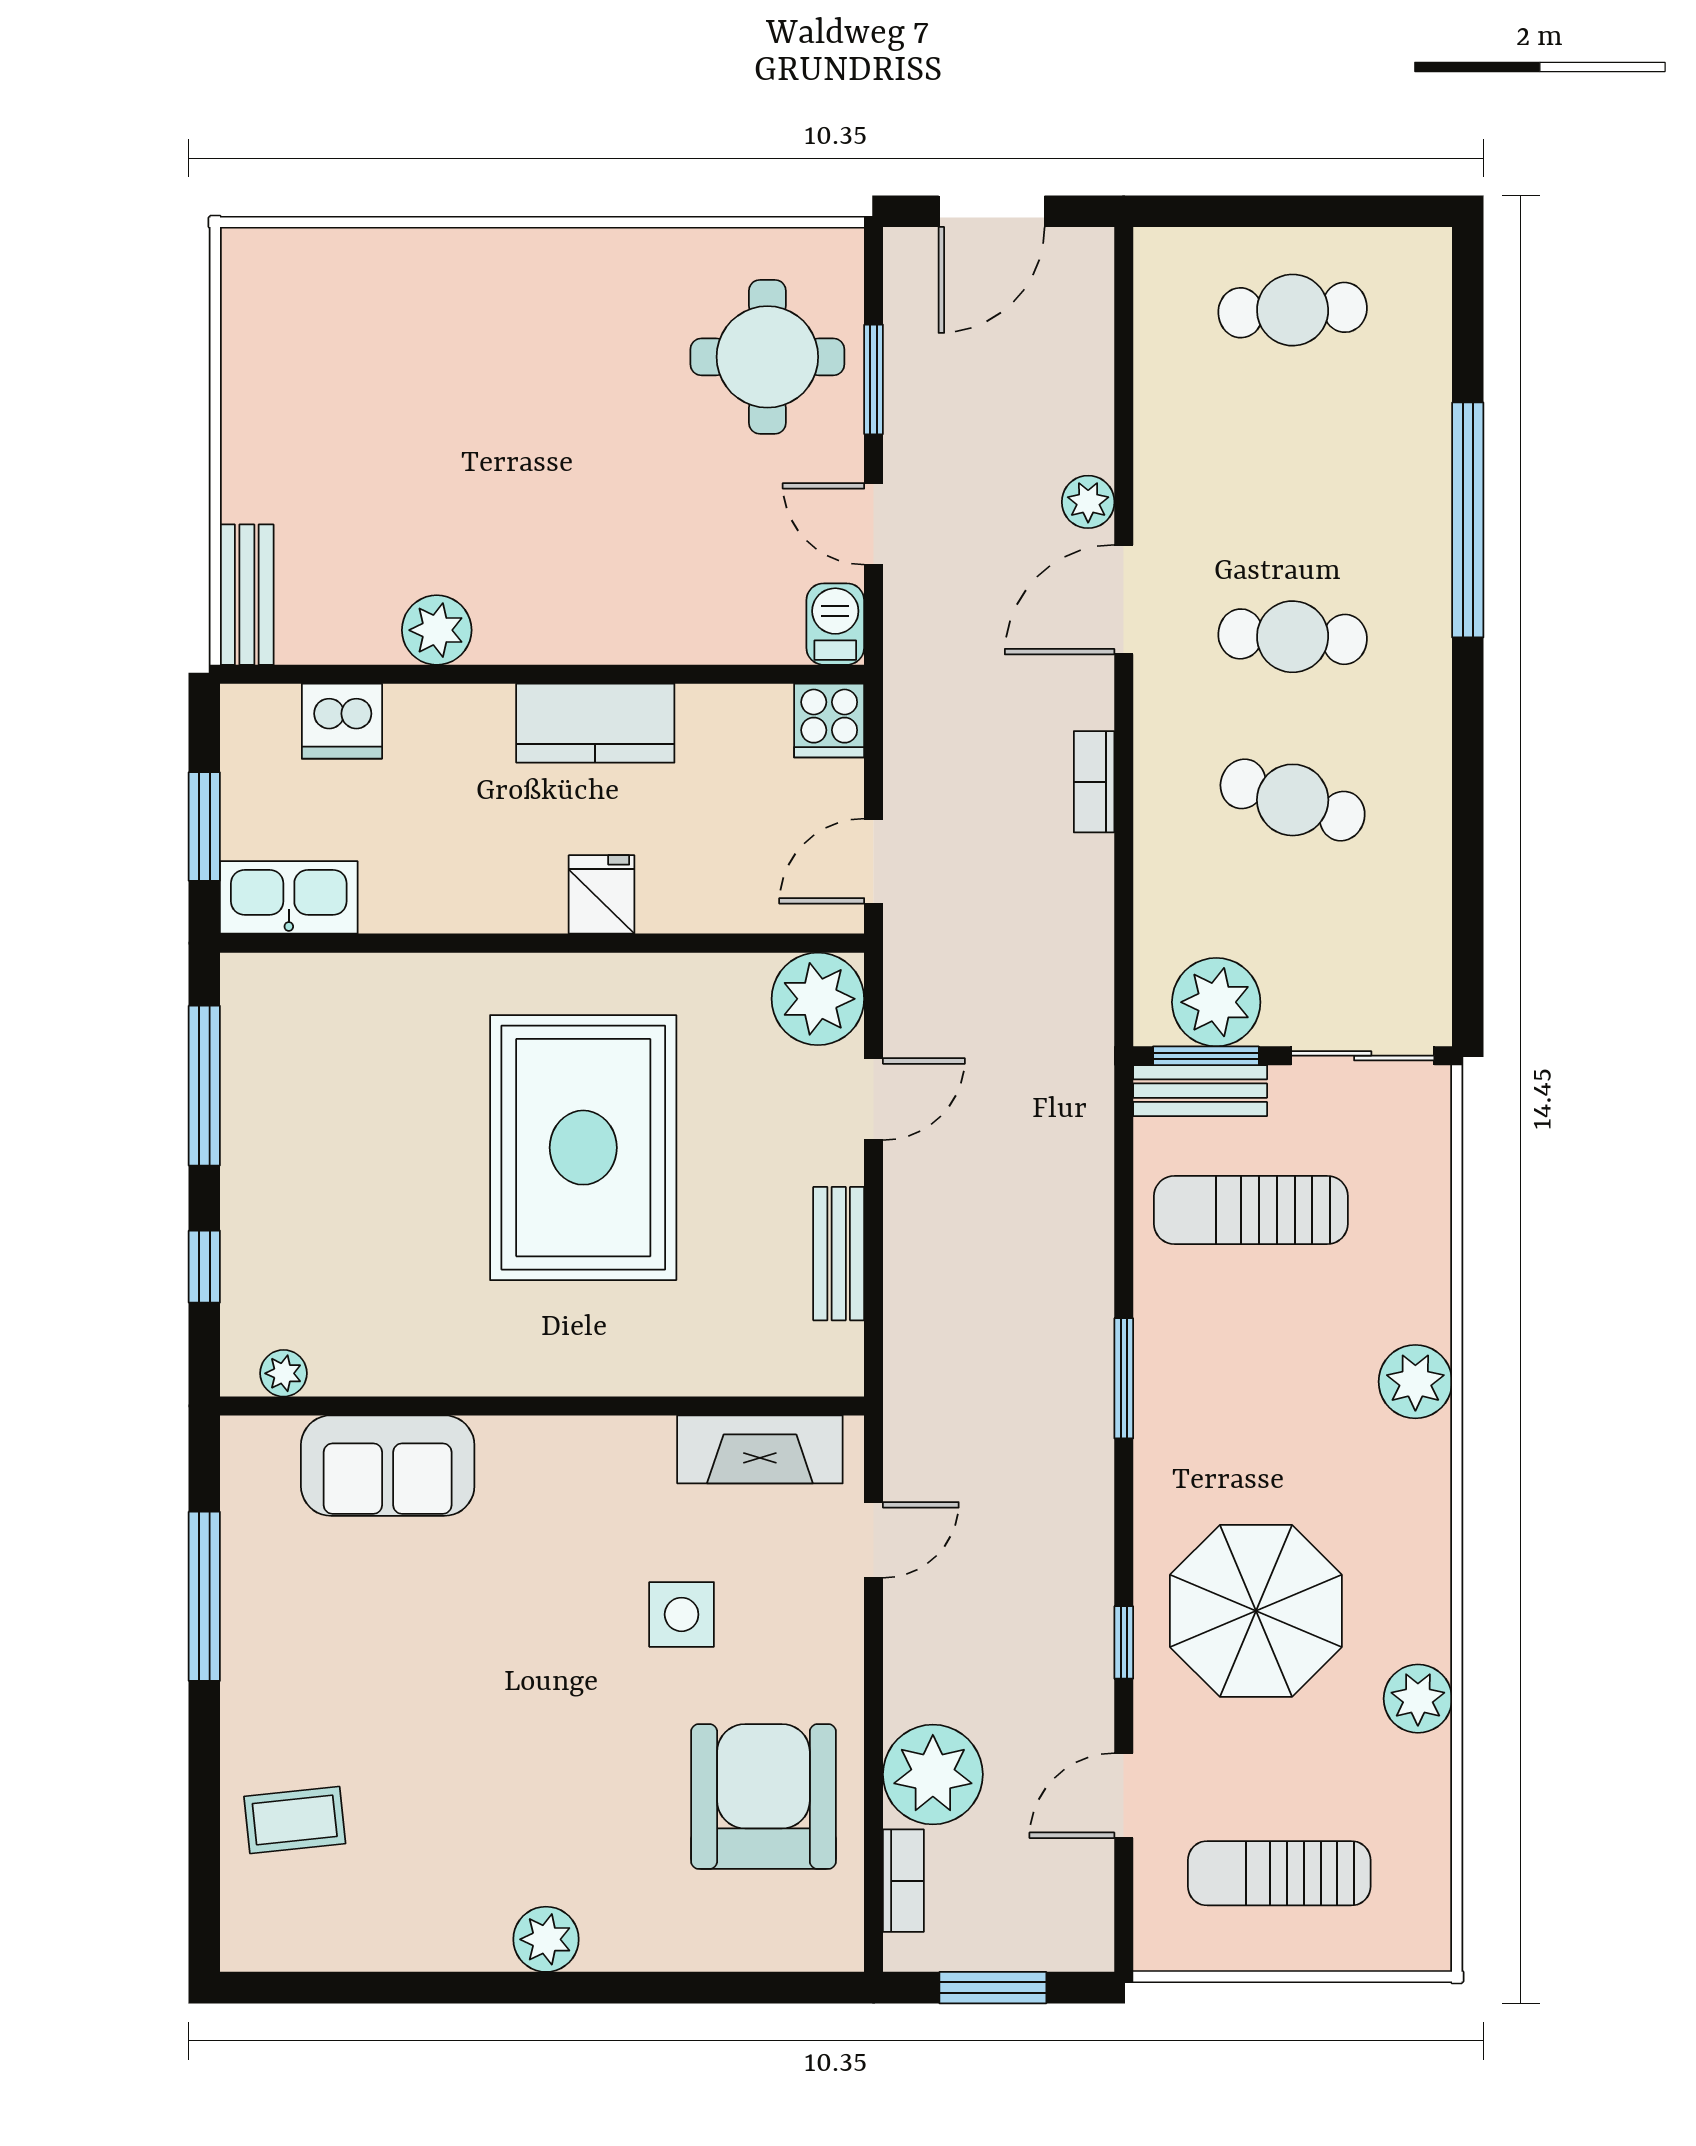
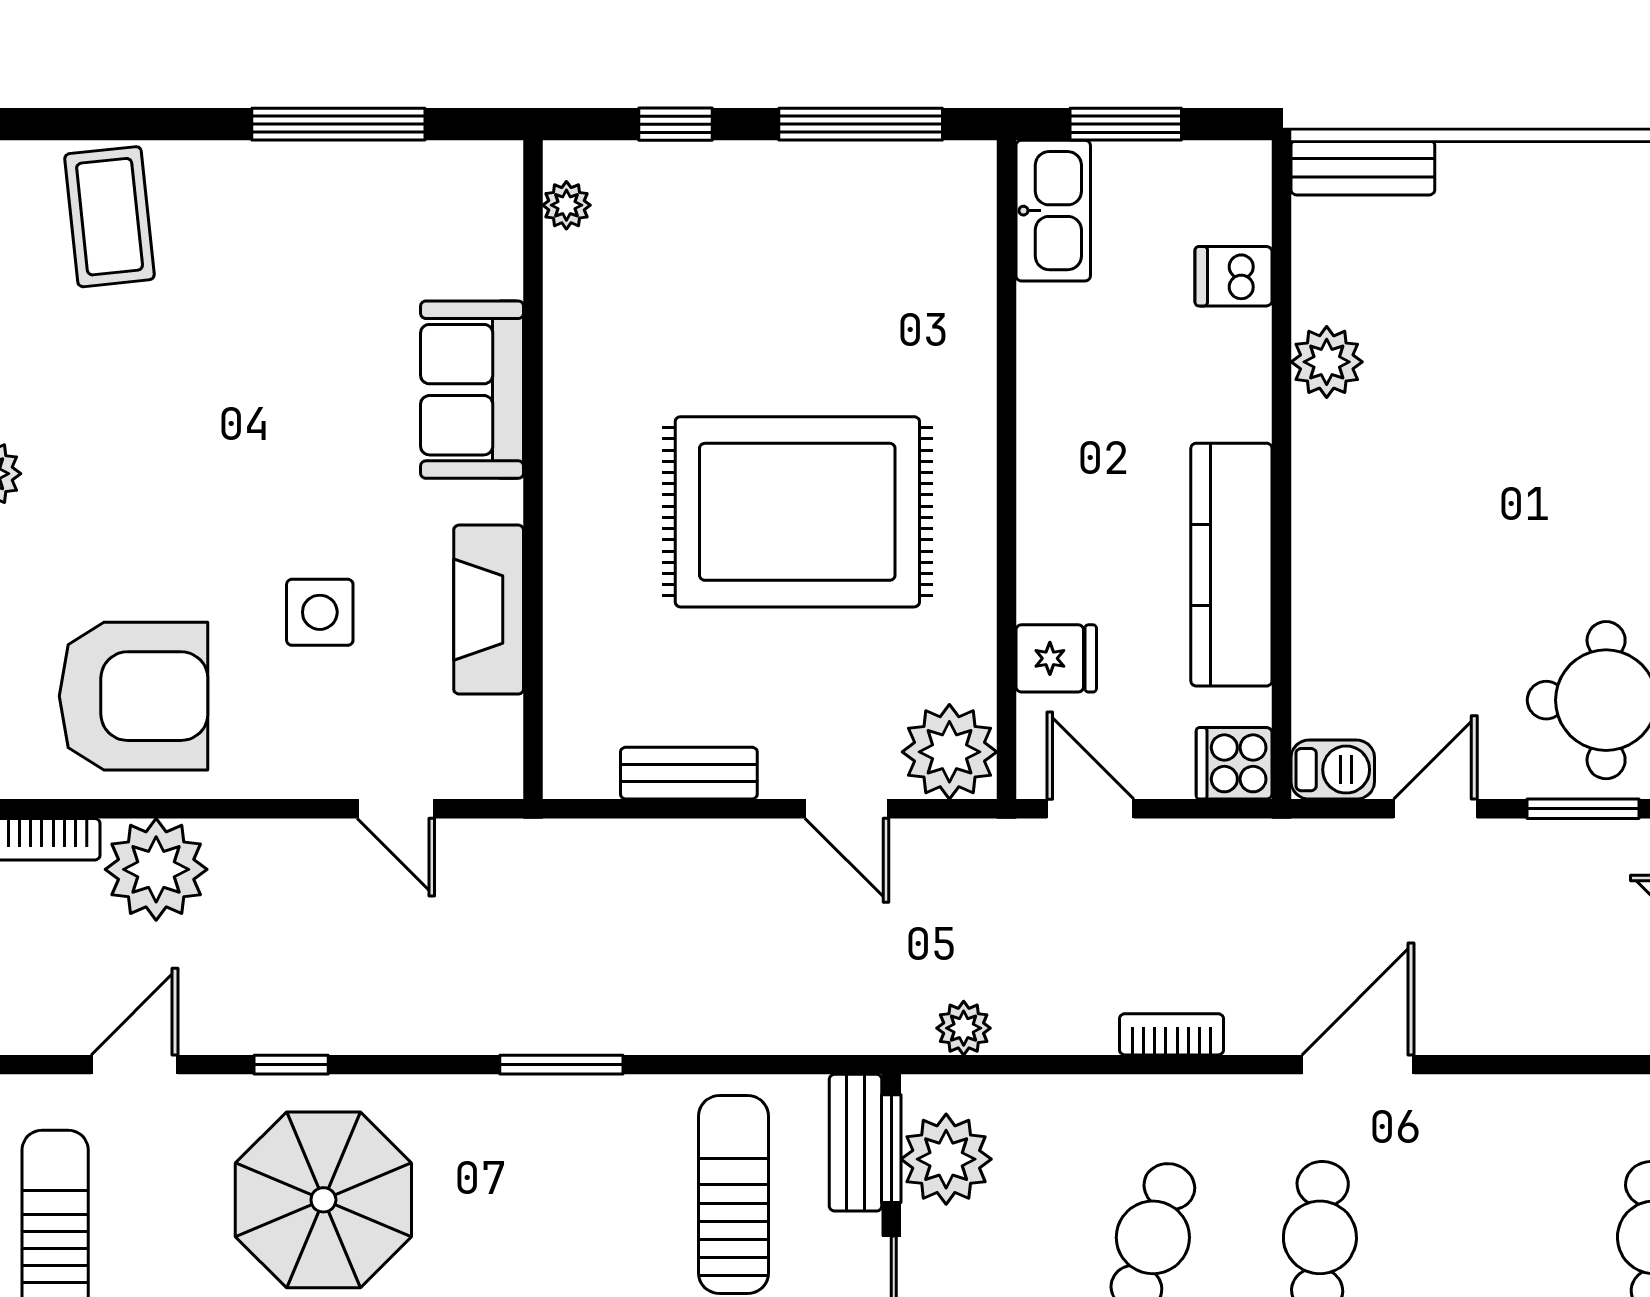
plant: (1088, 502) -> (964, 1028), moved
door: (1124, 600) -> (1358, 1065), hinge flipped
dishwasher: (342, 721) -> (1234, 276), width x0.73
kitchen counter: (595, 723) -> (1231, 565), width x1.50
fridge: (602, 894) -> (1056, 658), moved
fireplace: (760, 1449) -> (489, 610), moved
sofa: (388, 1466) -> (472, 390), moved
door: (1124, 1796) -> (134, 1065), hinge flipped
coffee table: (295, 1820) -> (110, 217), width x1.36, depth x1.30

